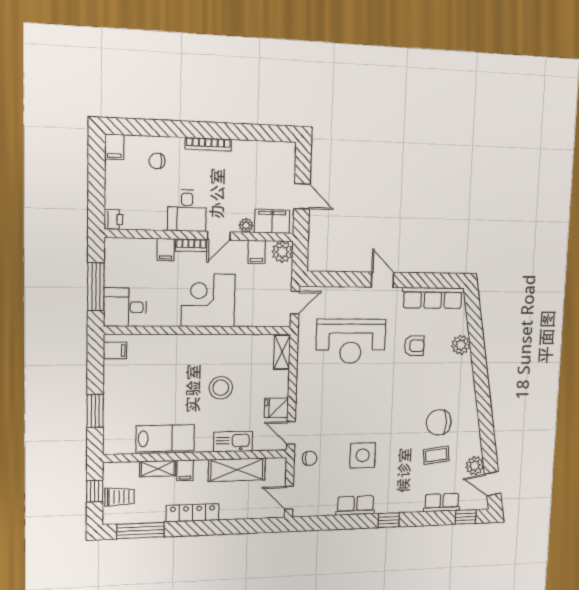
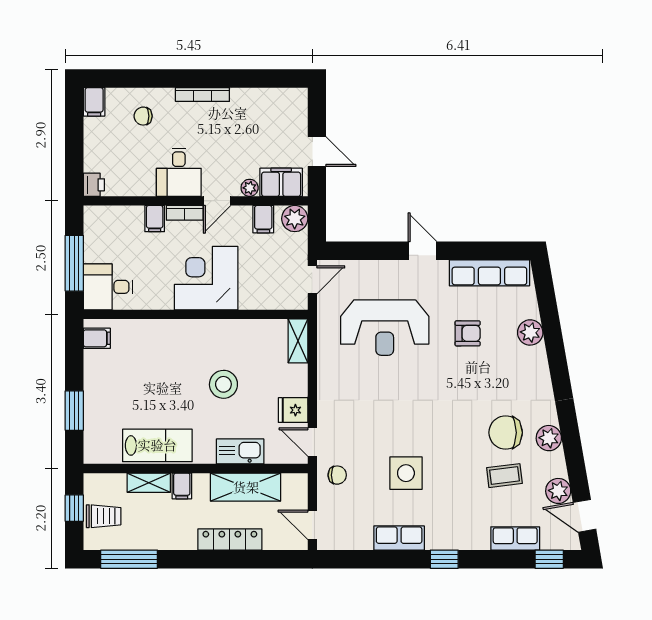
plant: (470, 426) -> (549, 438), added
locker: (193, 513) -> (230, 540), moved

